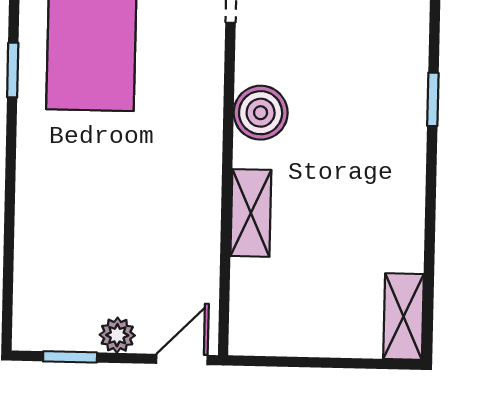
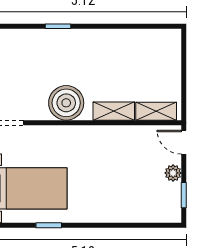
boiler: (261, 113) -> (66, 103), width x1.37, depth x1.37
shelving: (404, 316) -> (156, 111), moved

